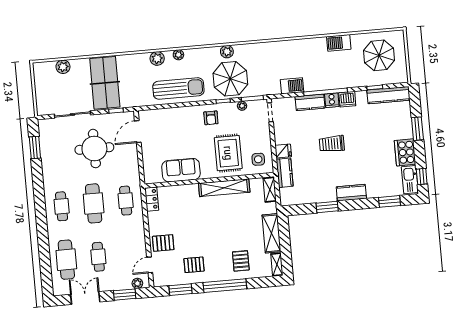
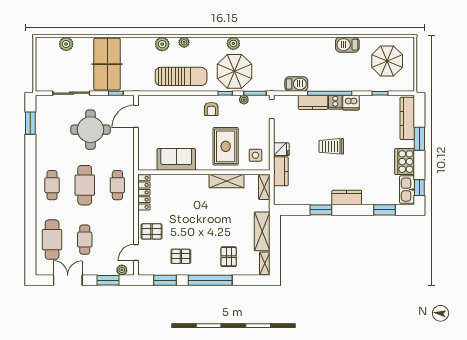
kitchen counter: (388, 95) -> (407, 118), moved, turned 90
shelving: (224, 188) -> (227, 181), width x0.68
locker: (152, 199) -> (144, 192), width x1.53

